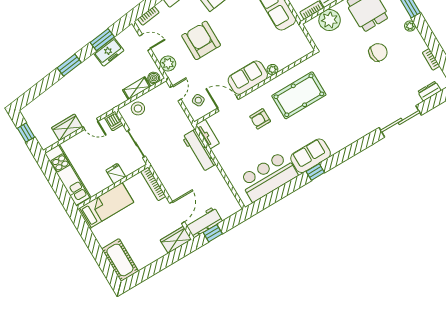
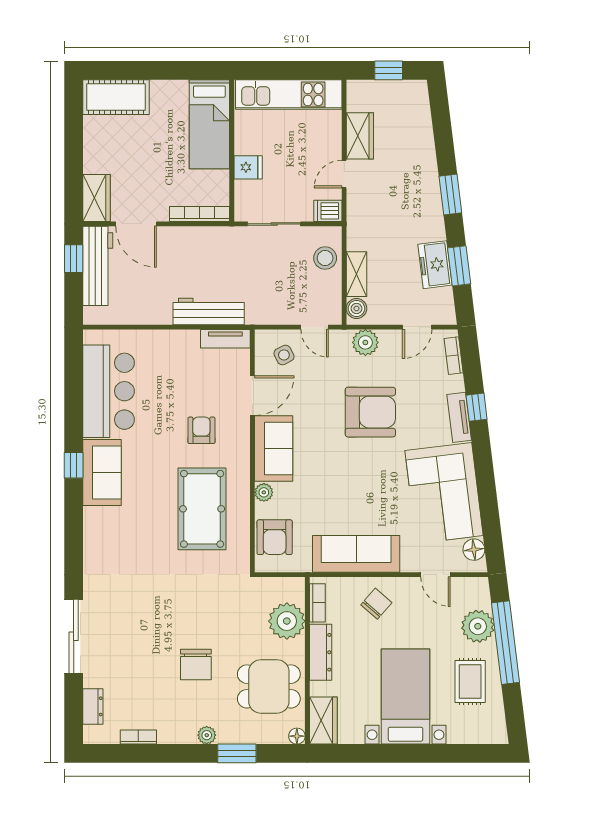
armchair: (292, 51) -> (275, 537), added
workbench: (204, 222) -> (98, 266), width x1.38

